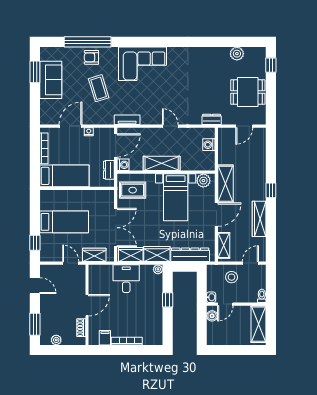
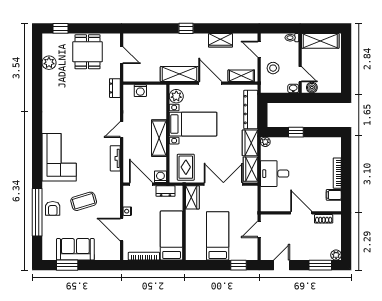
tv unit: (127, 120) -> (115, 158), moved
wardrobe: (259, 219) -> (220, 40), width x0.67
wardrobe: (94, 255) -> (192, 197), moved, turned 180
plant: (56, 340) -> (336, 255), moved

